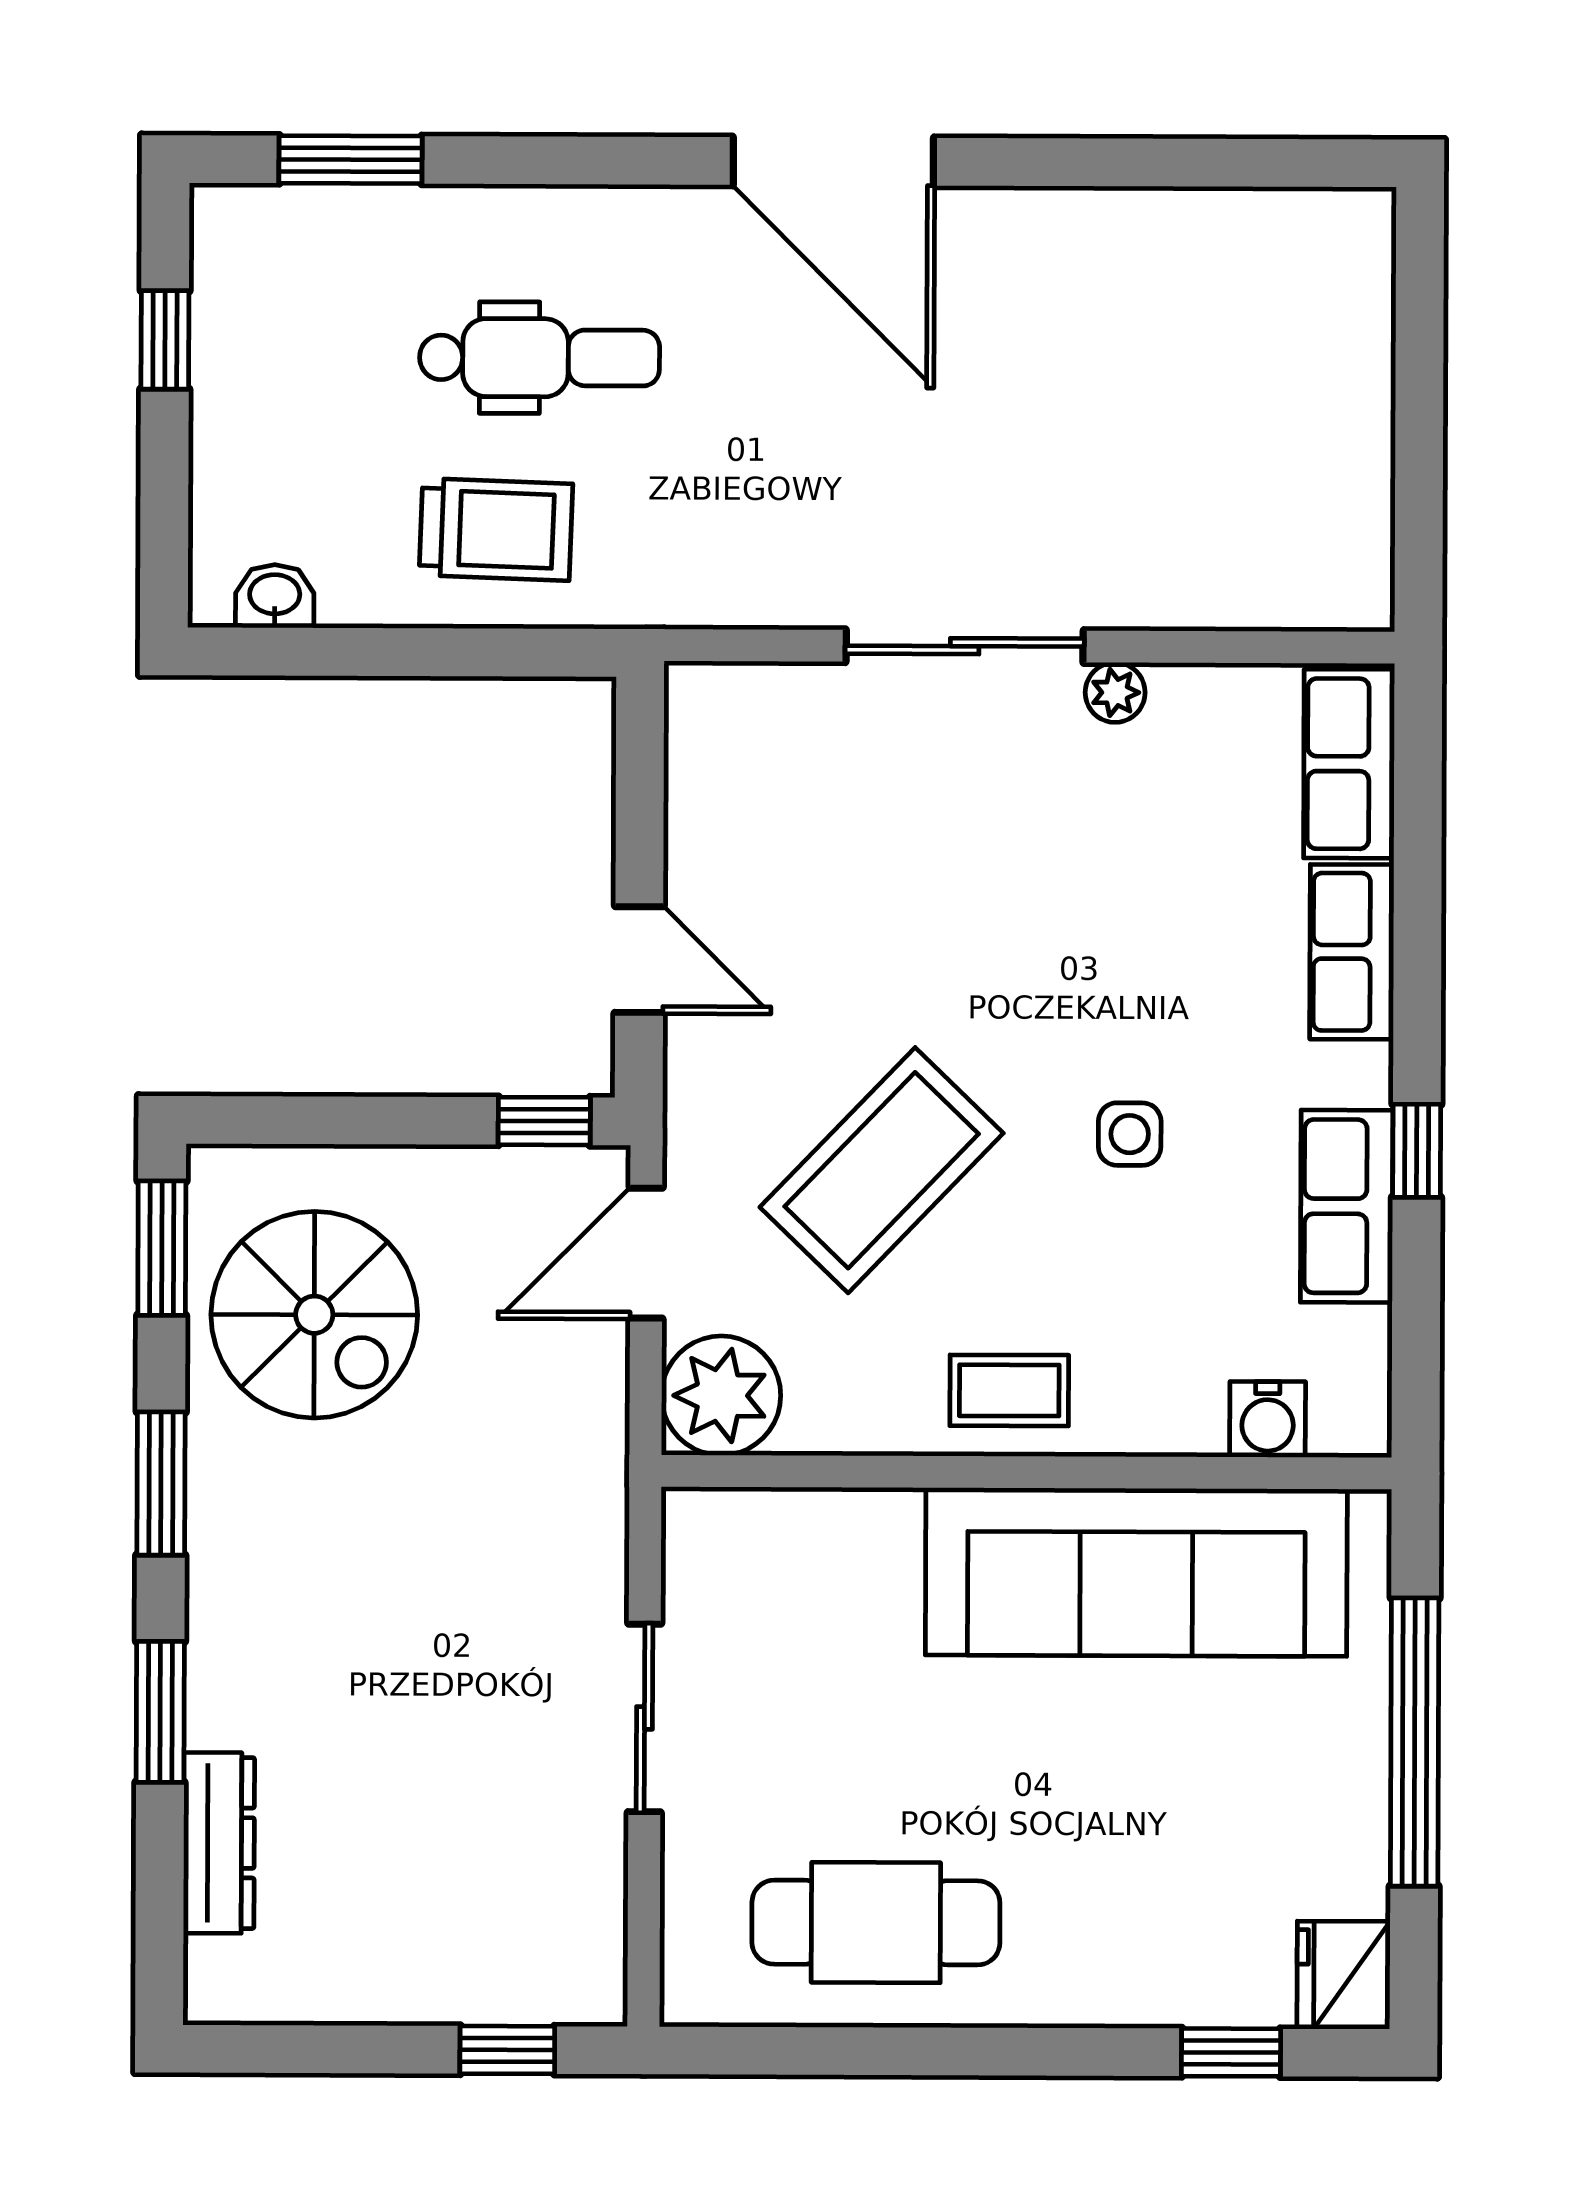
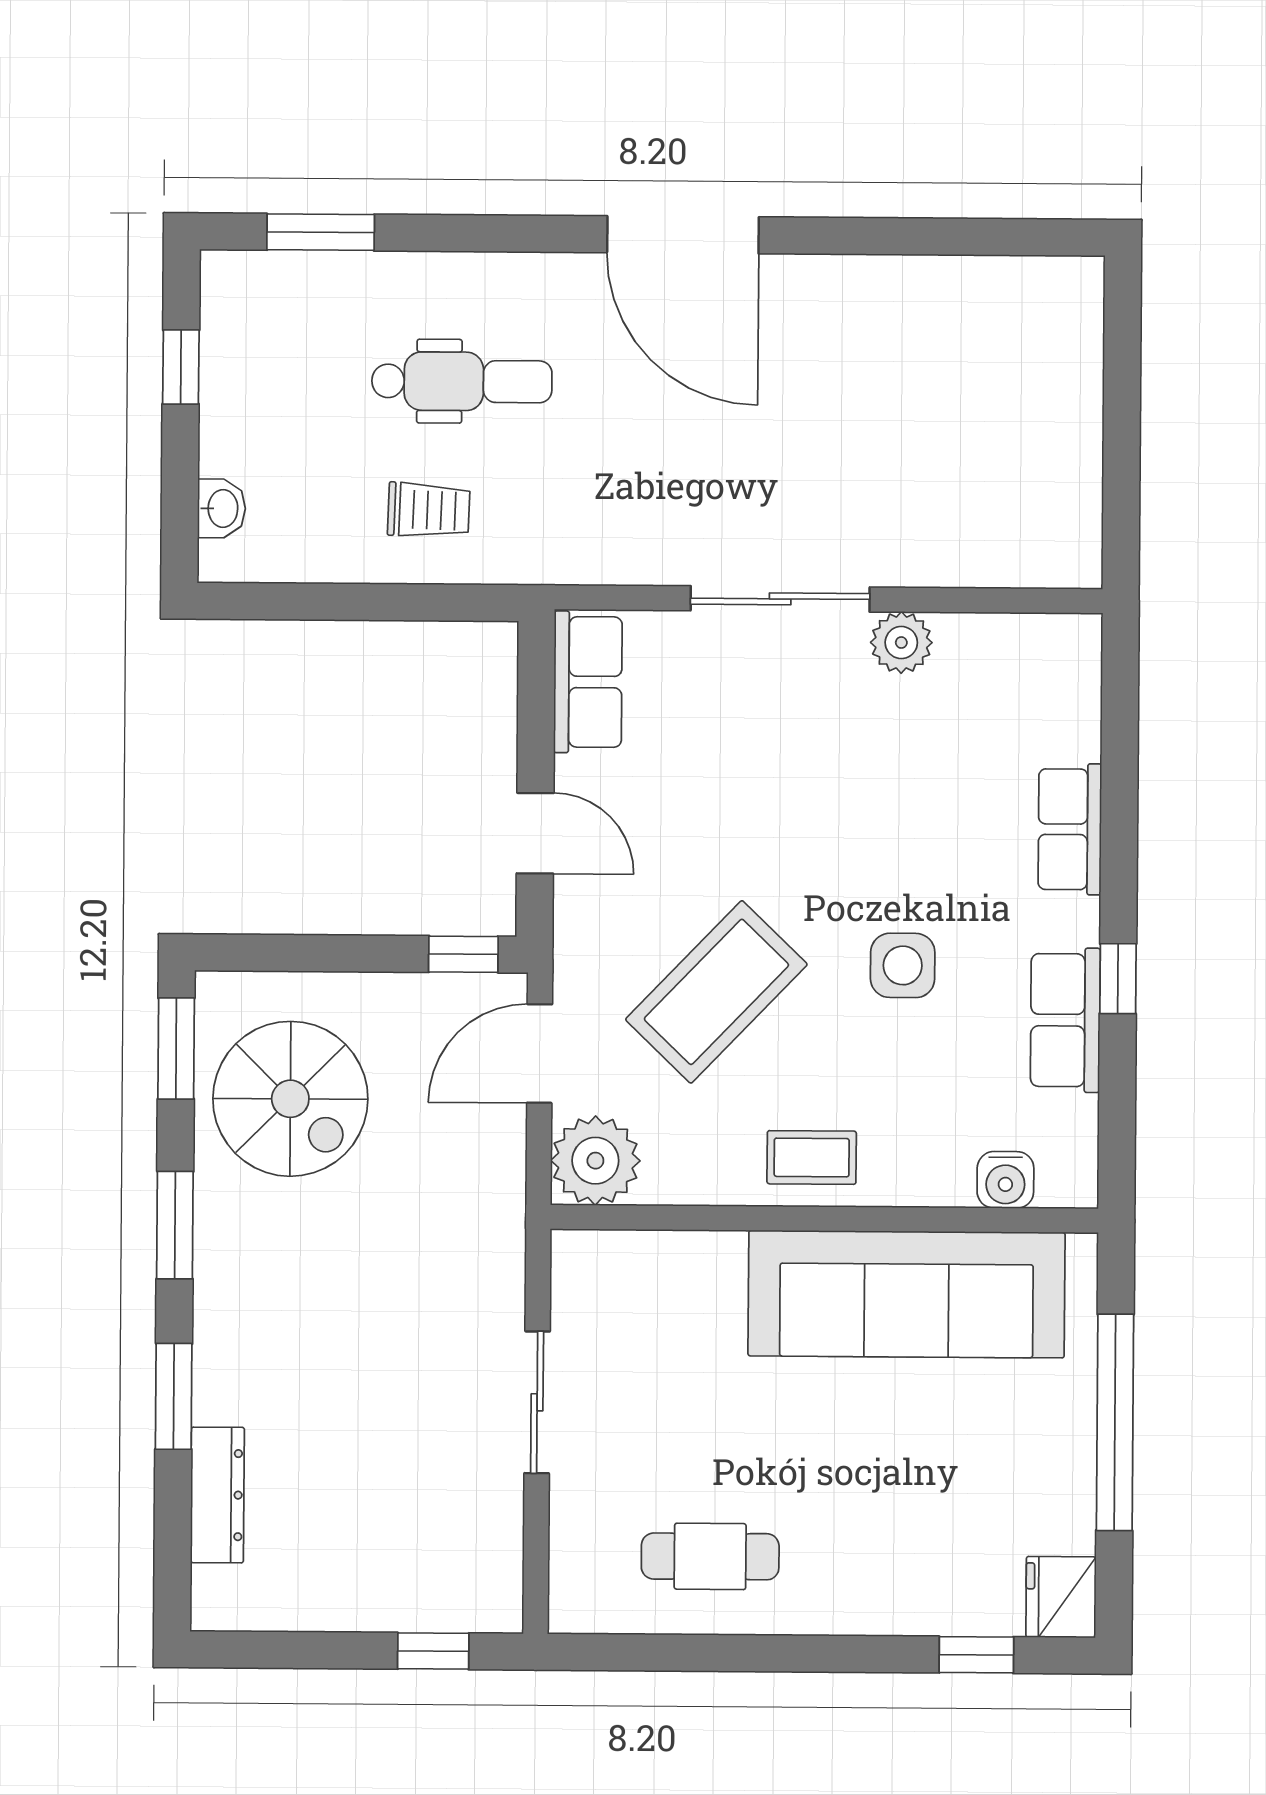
trolley: (496, 529) -> (429, 510), width x0.73, depth x0.72
washbasin: (275, 596) -> (222, 508), moved, turned 90
plant: (1115, 692) -> (901, 643), width x1.38, depth x1.38
row of seats: (1349, 764) -> (588, 682), moved, turned 180
side table: (1130, 1134) -> (903, 965), width x1.37, depth x1.37
cafe table: (876, 1923) -> (710, 1556), width x0.73, depth x0.74

